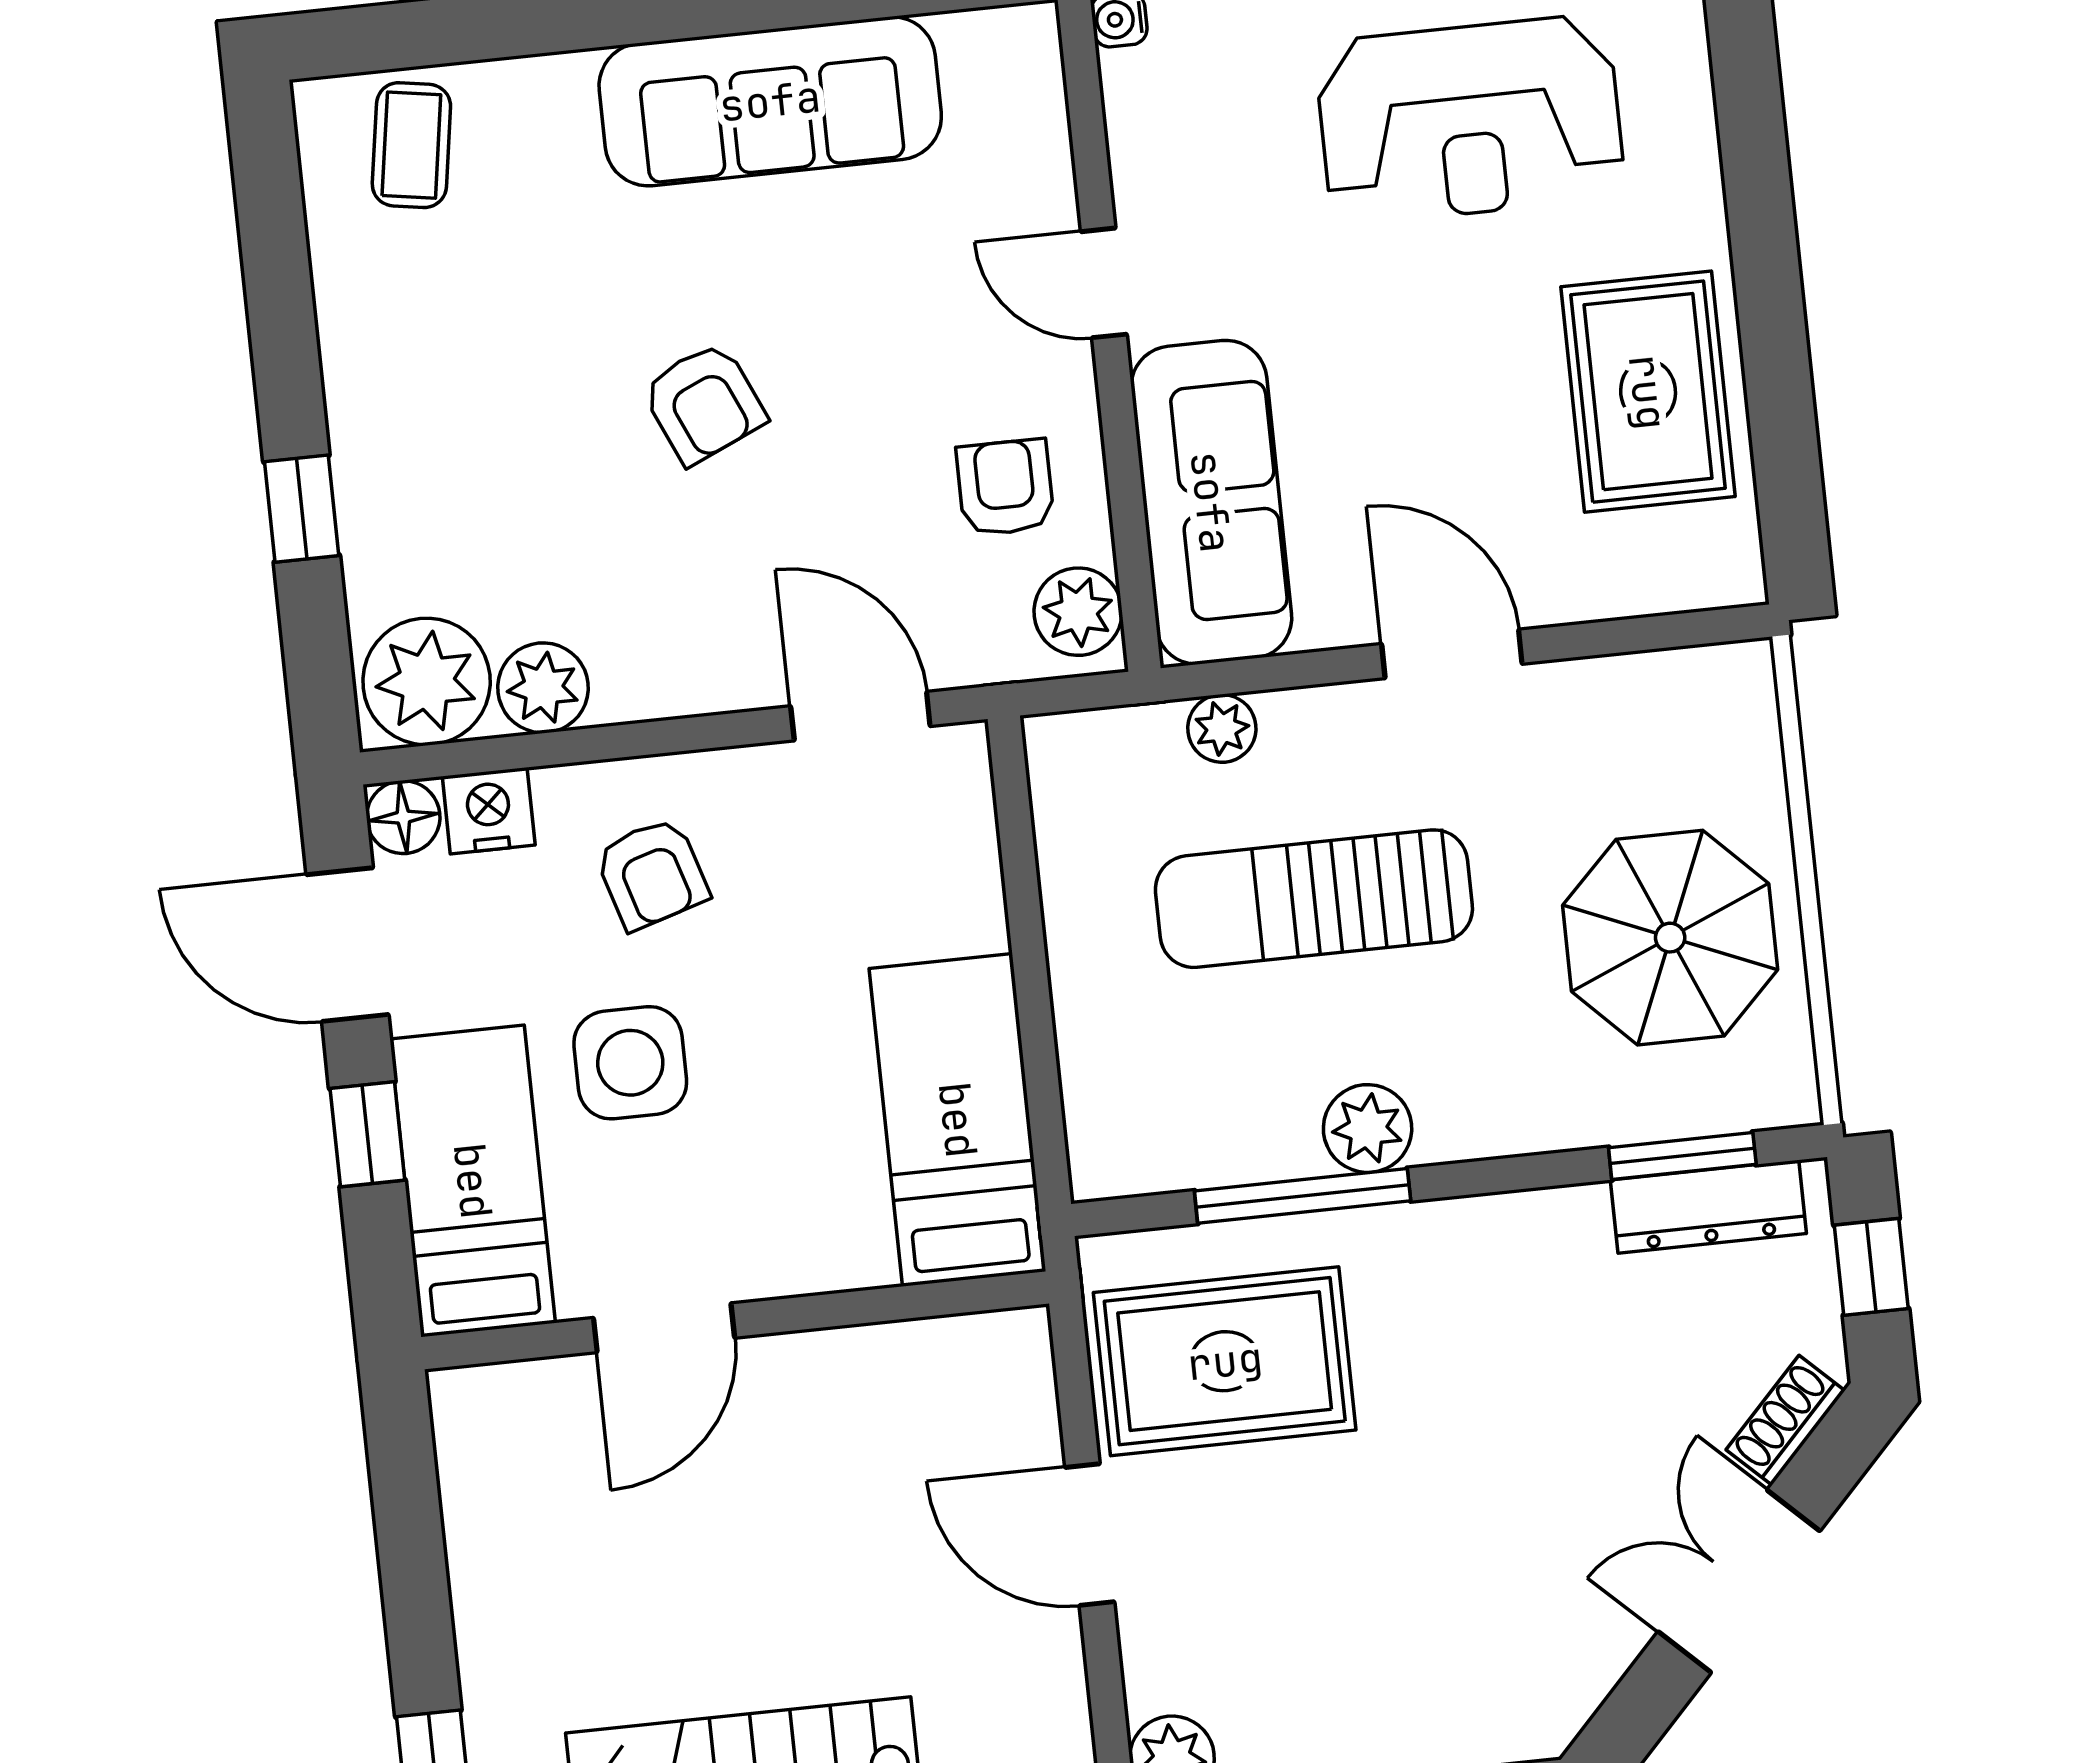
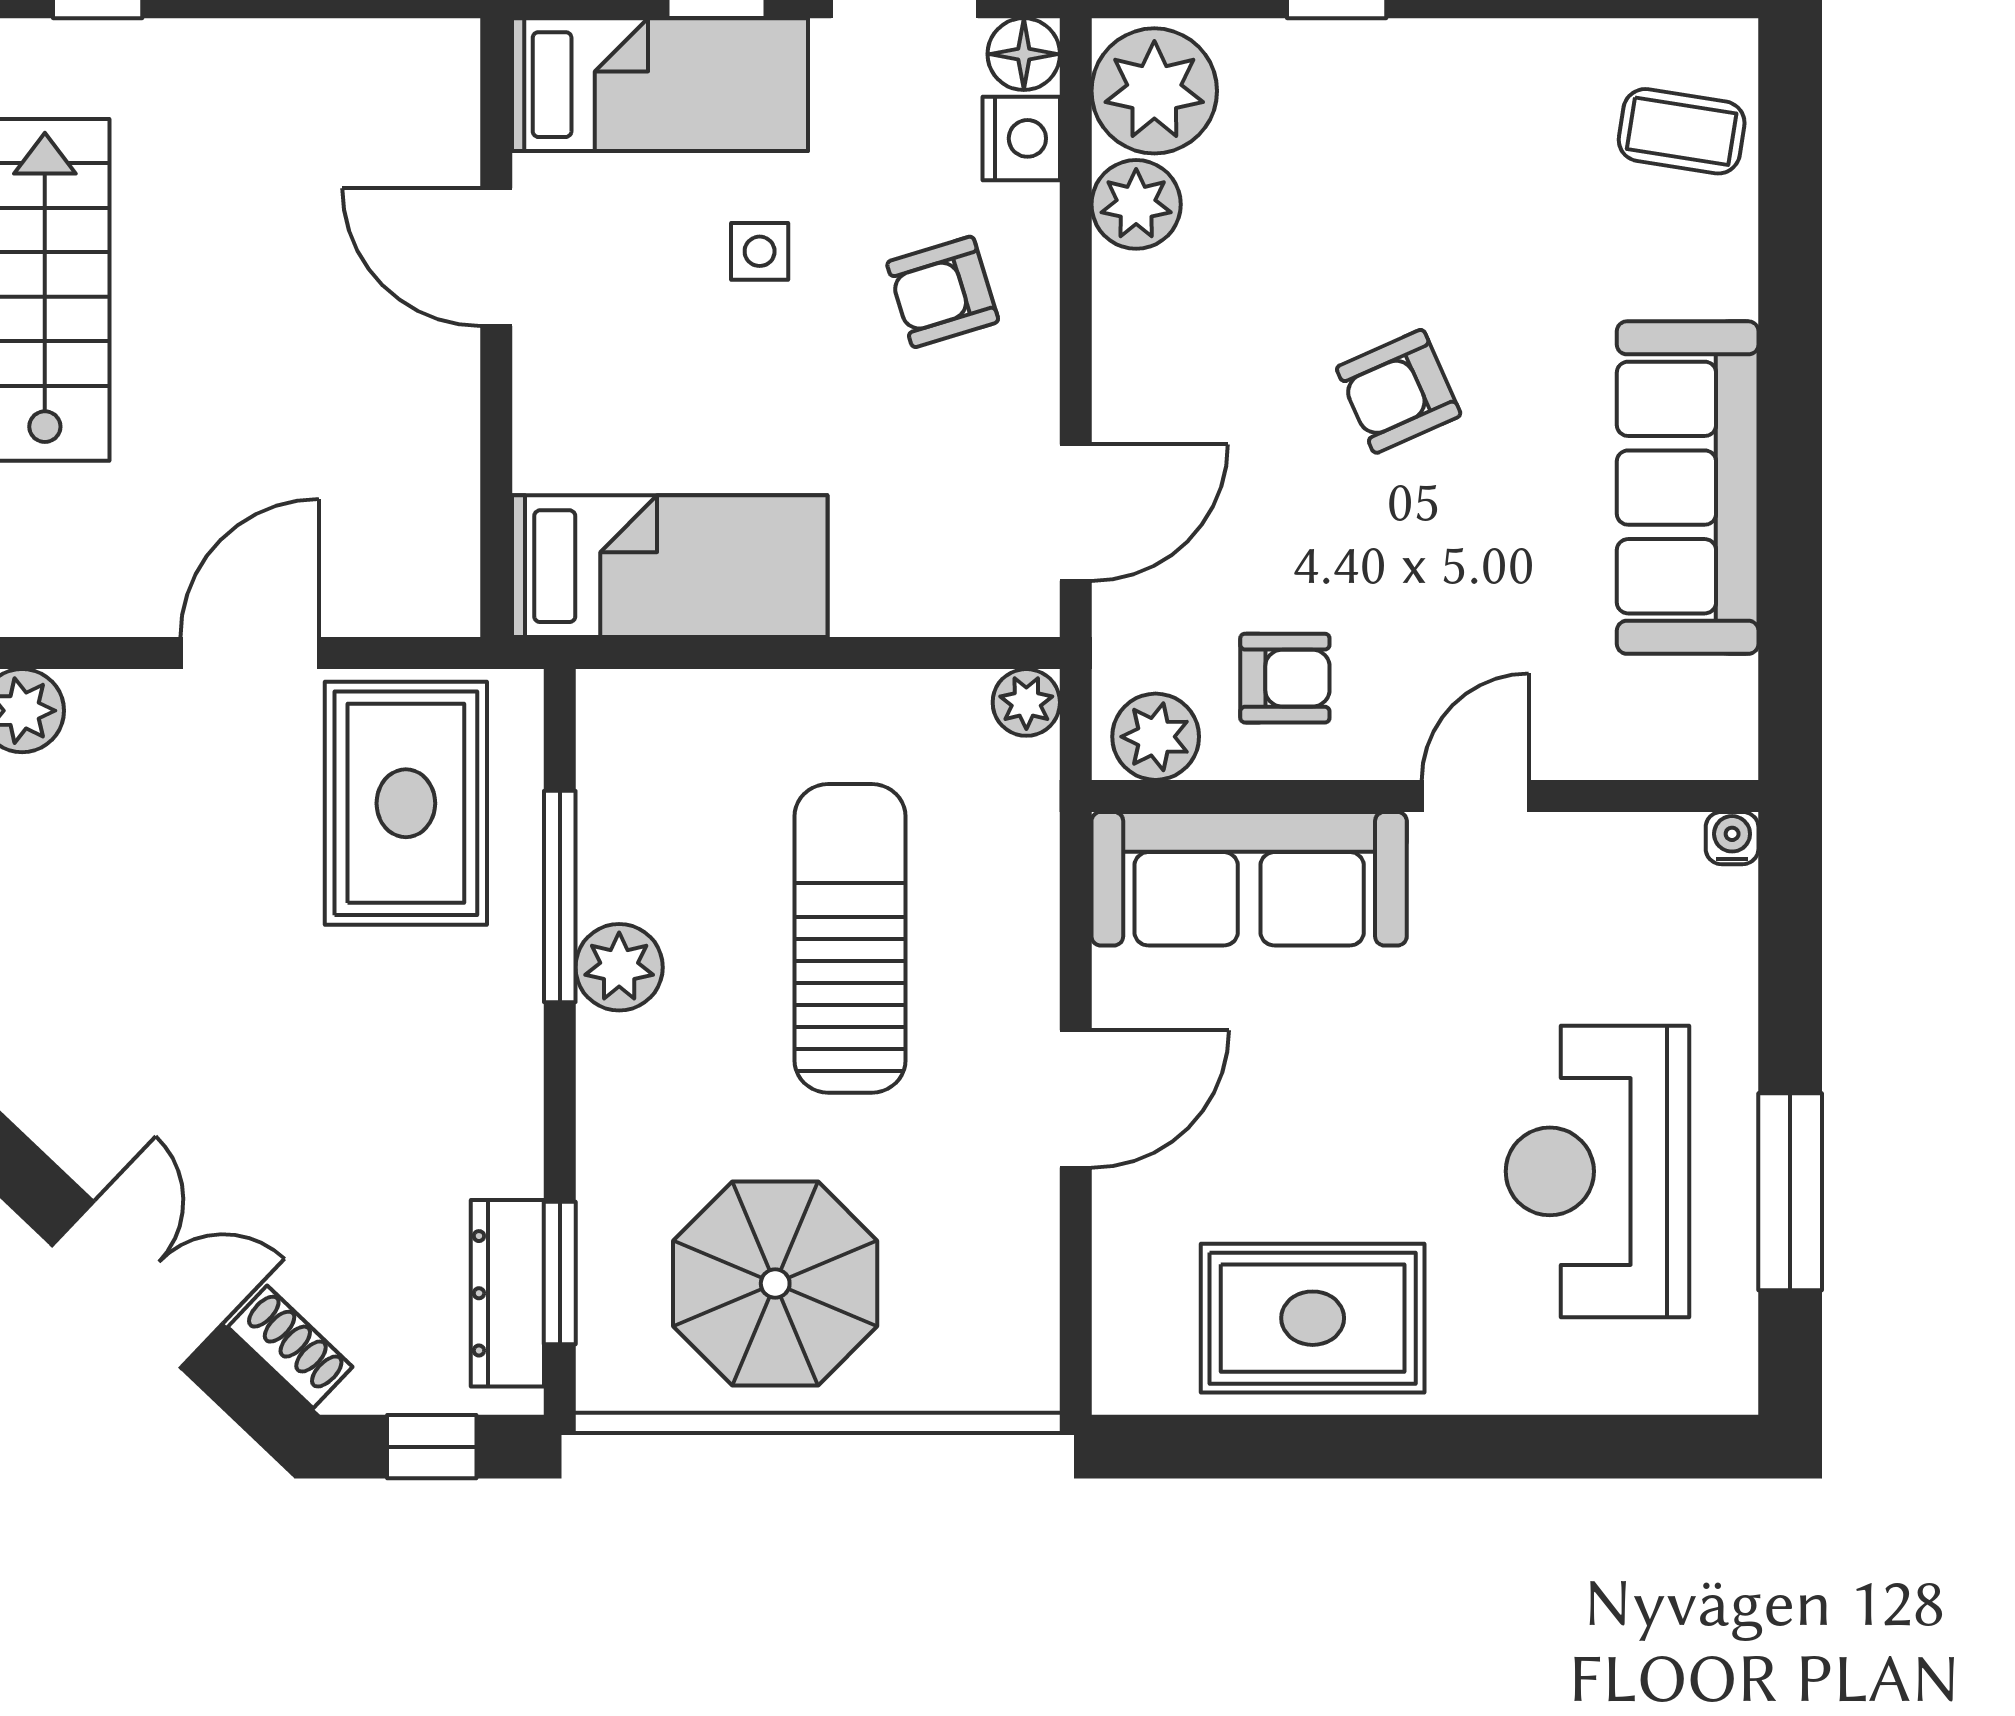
plant: (1222, 728) -> (1026, 702), moved
side table: (630, 1063) -> (760, 251), width x0.54, depth x0.54

